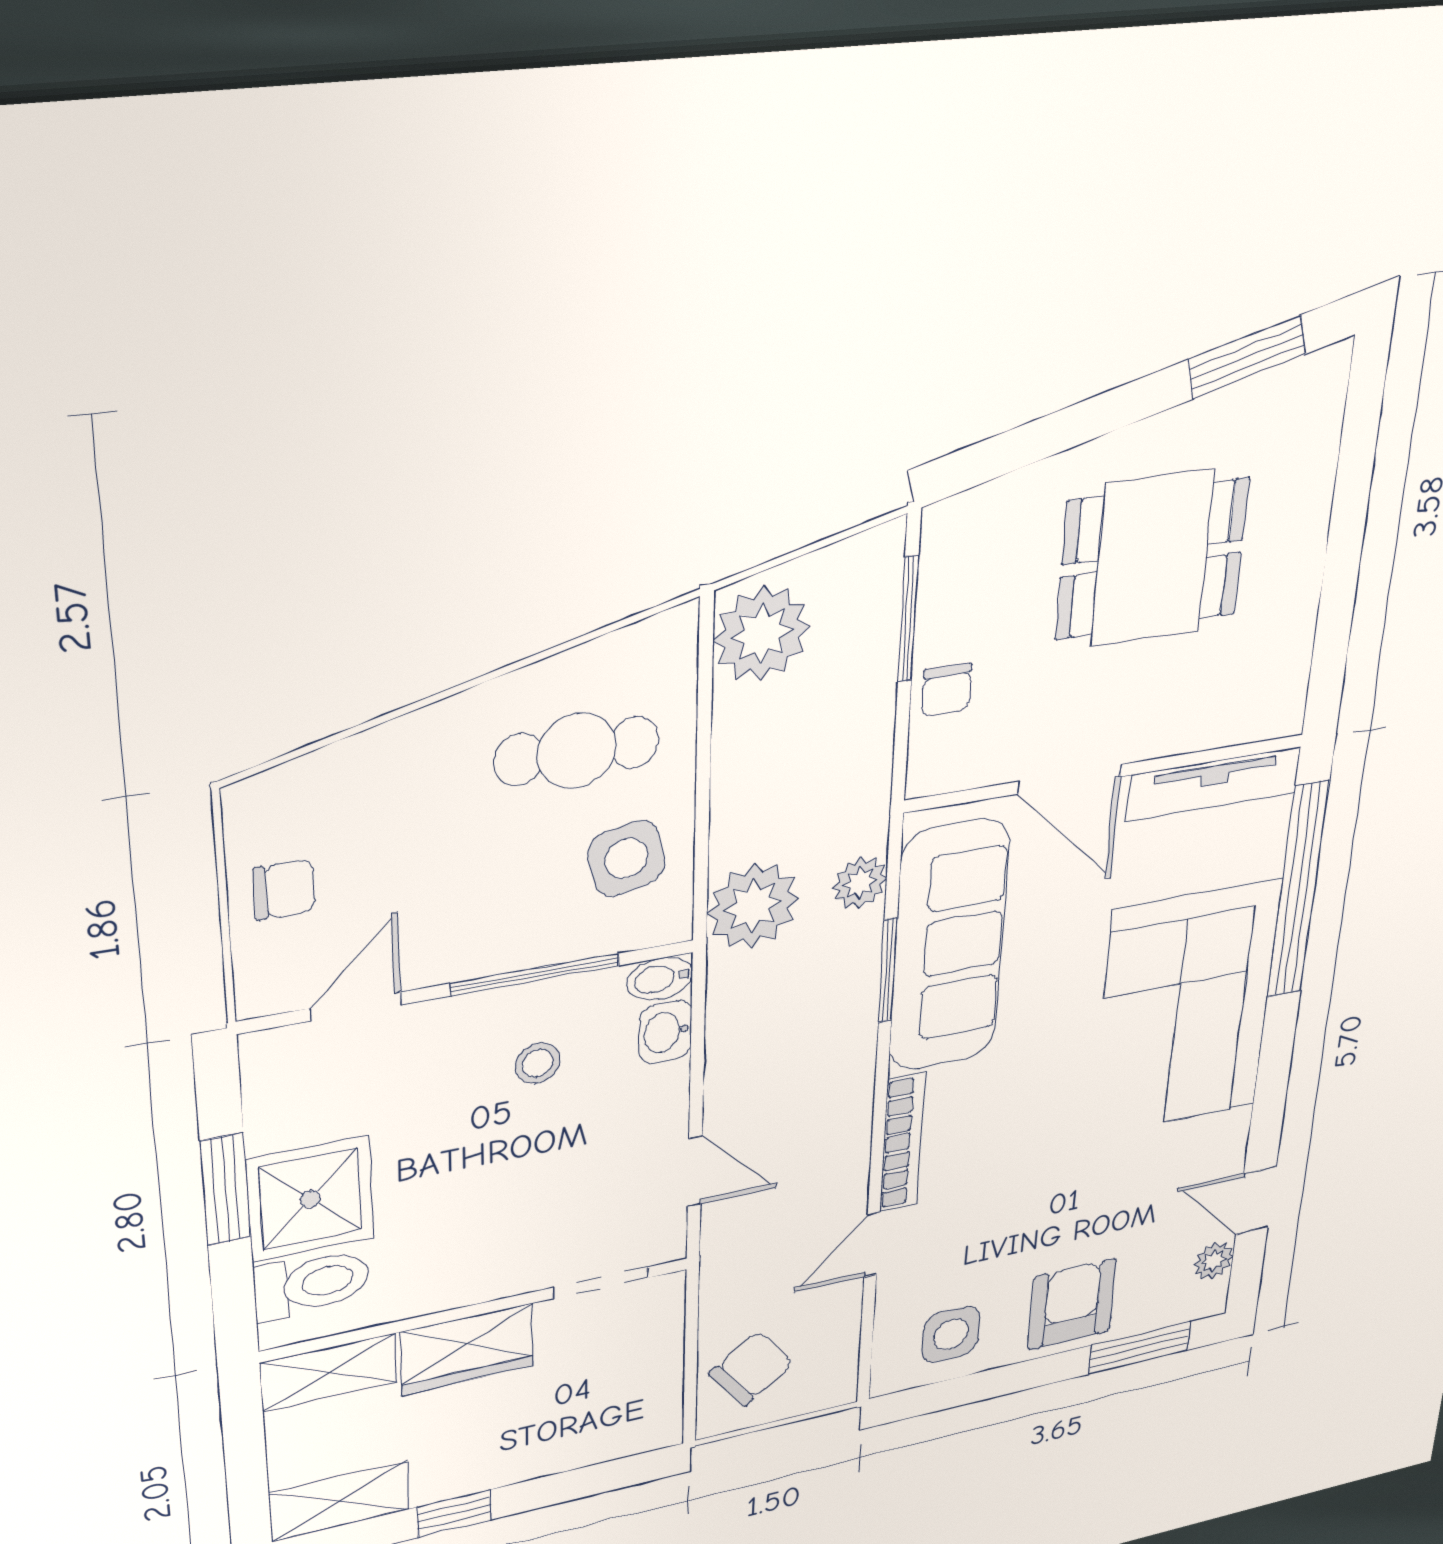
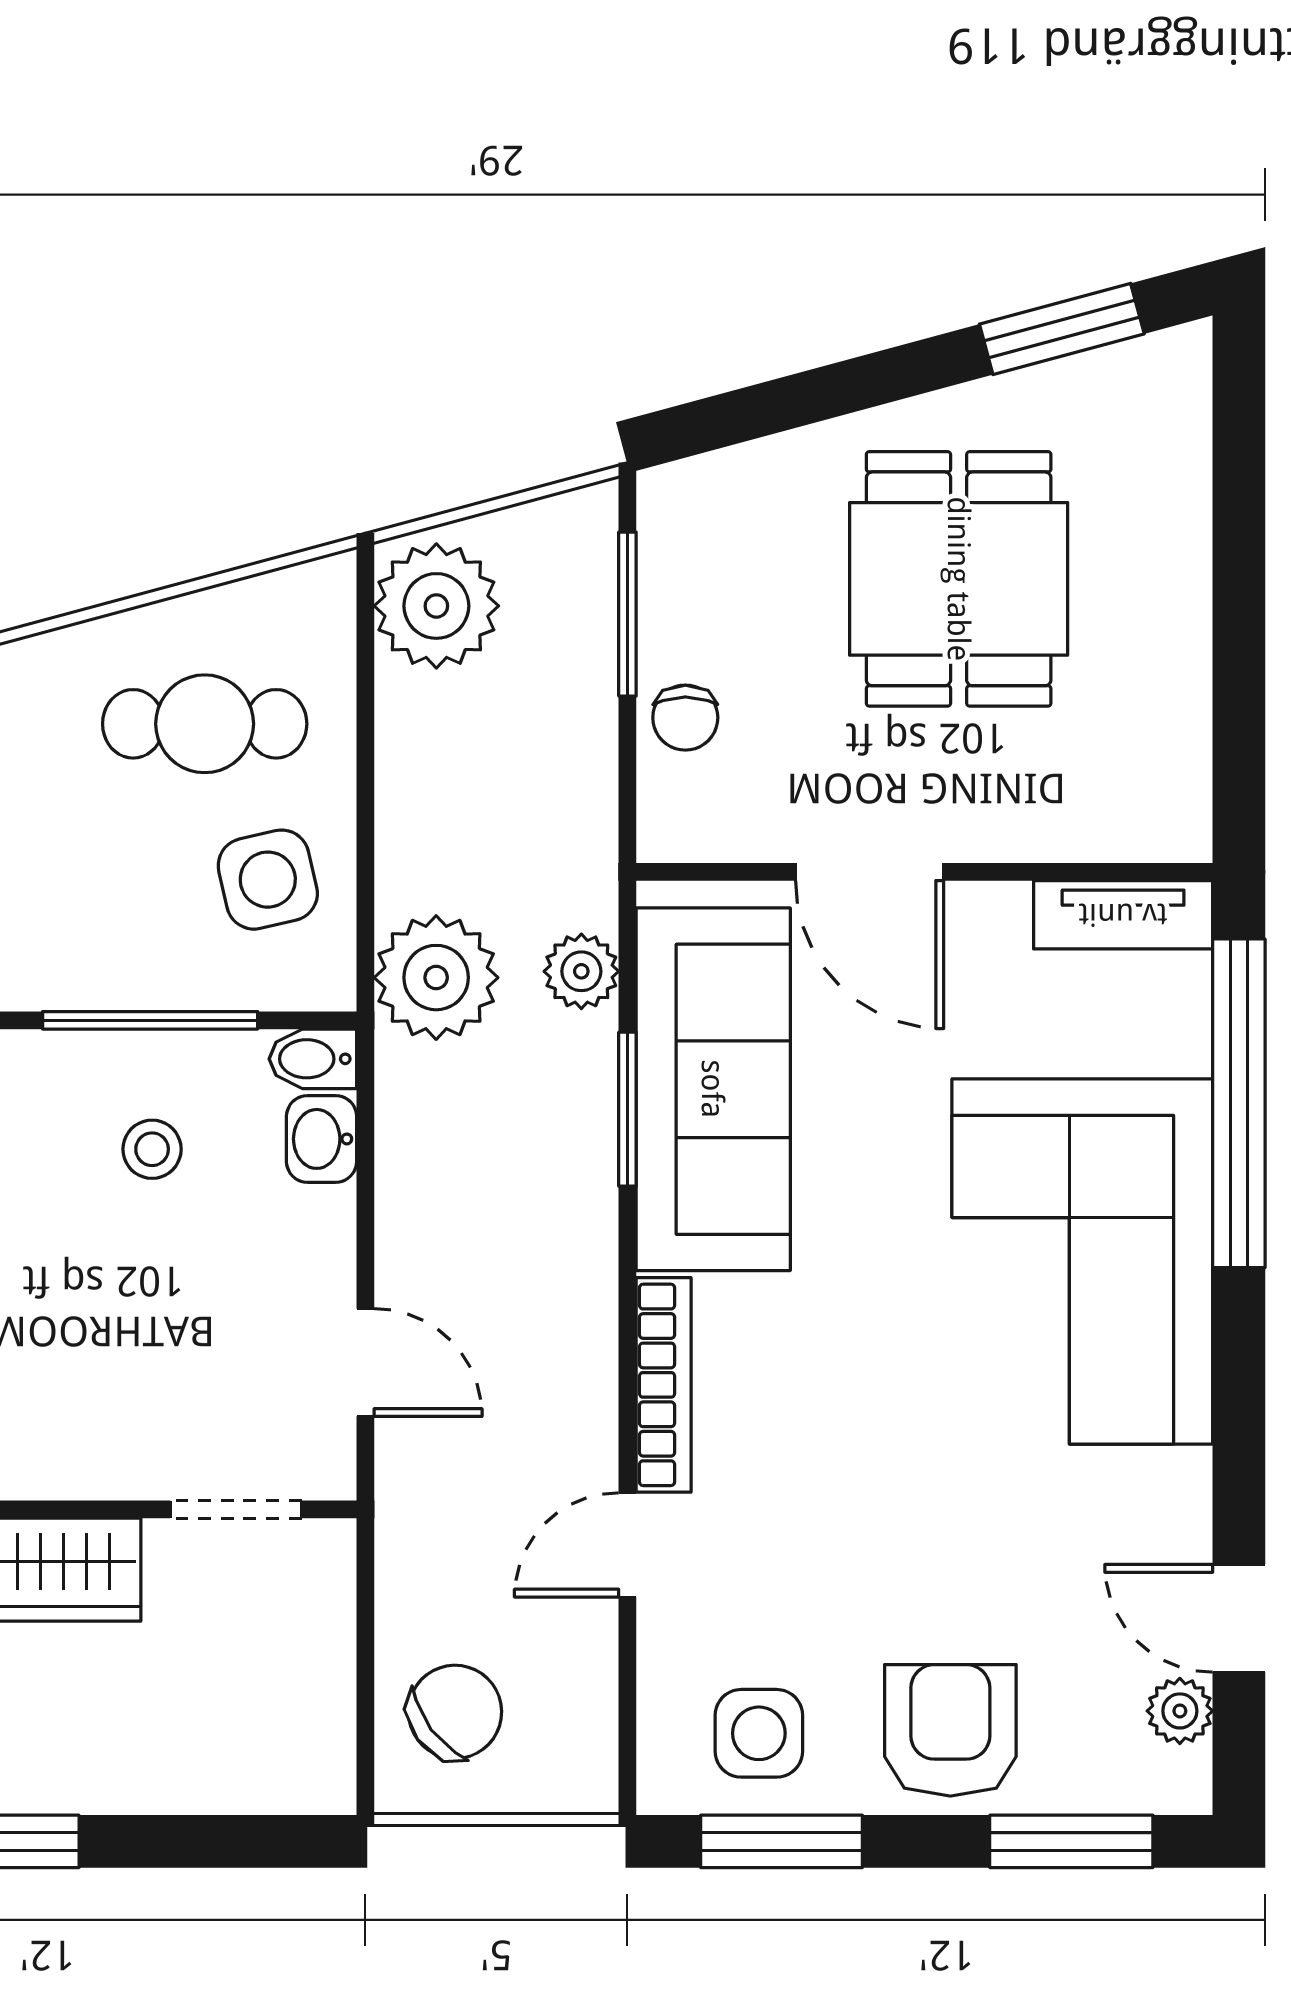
dining table: (1152, 559) -> (959, 579), turned 90
tv unit: (1214, 784) -> (1123, 915), width x0.71
window: (961, 1391) -> (781, 1841), added

